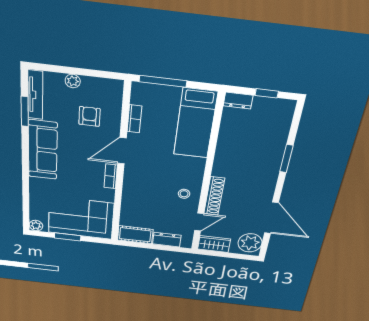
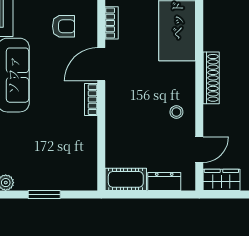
armchair: (89, 116) -> (64, 26), turned 90
shoe rack: (214, 196) -> (211, 78), moved
corner sofa: (81, 218) -> (59, 163), removed

